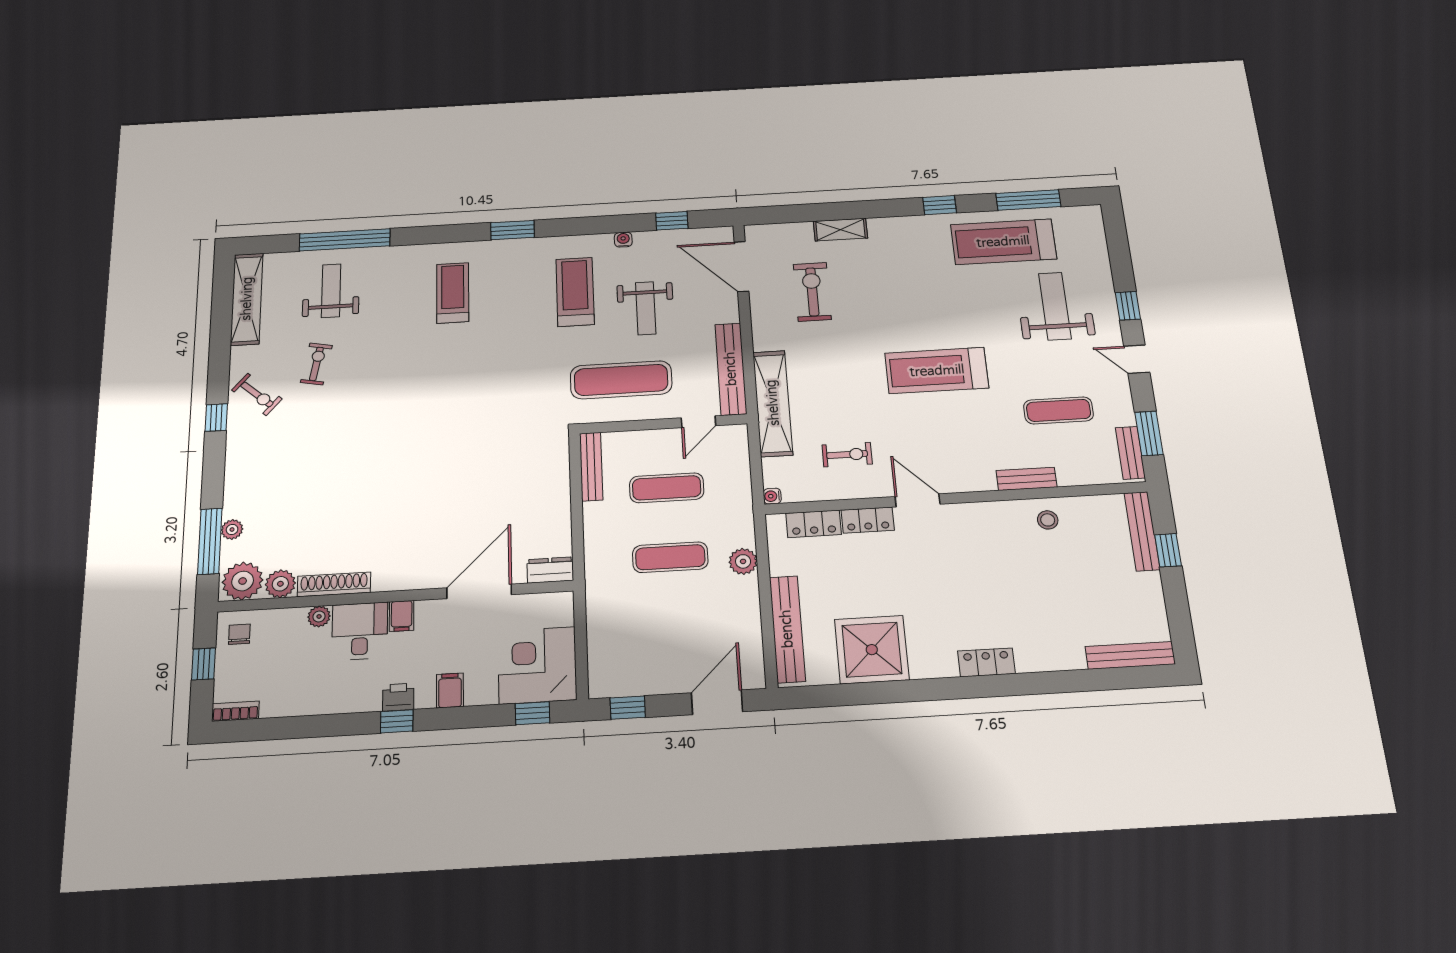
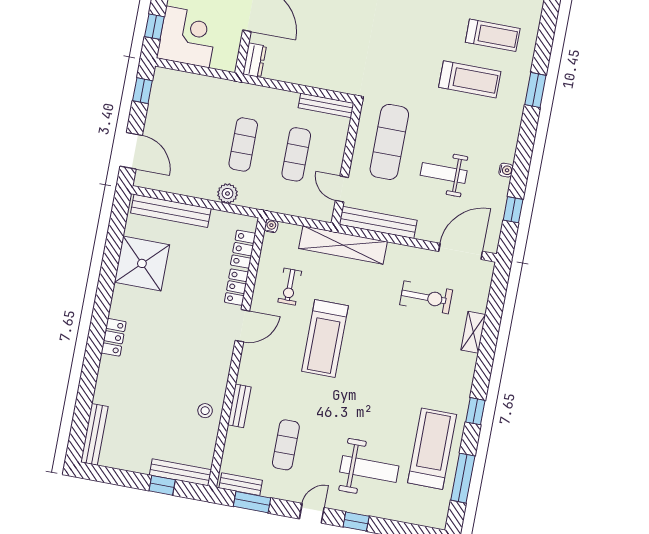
treadmill: (575, 292) -> (470, 79), moved
treadmill: (937, 371) -> (325, 338), moved, turned 180

